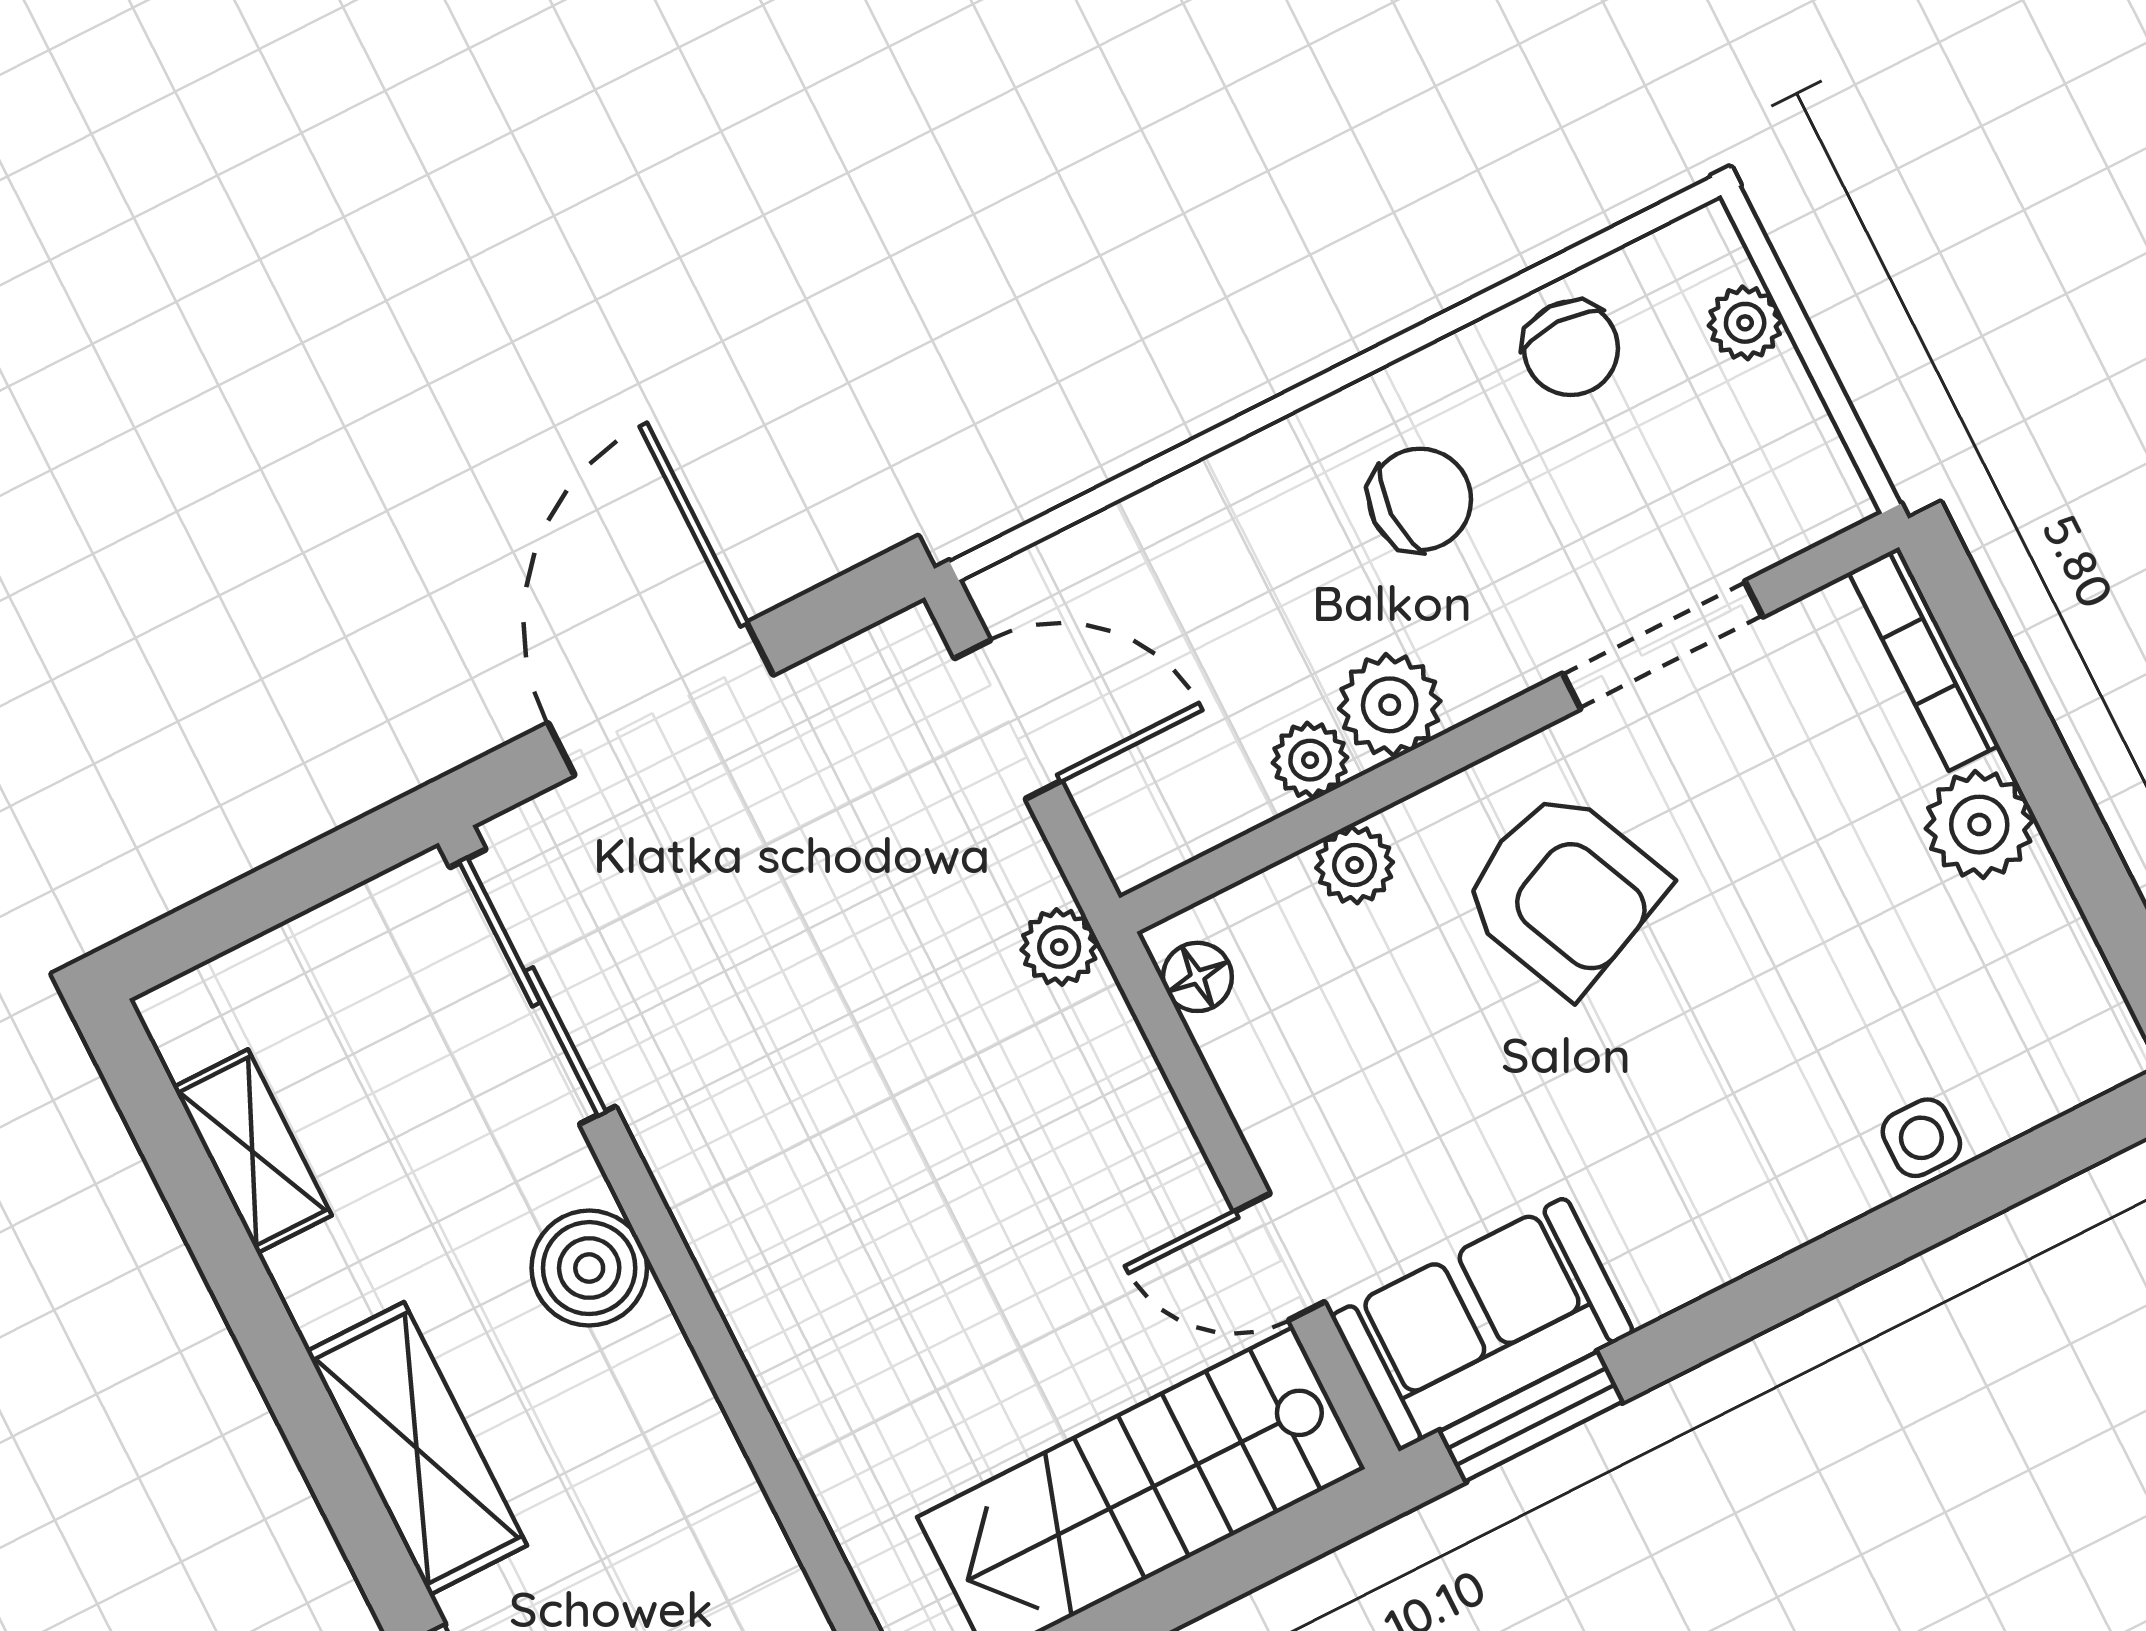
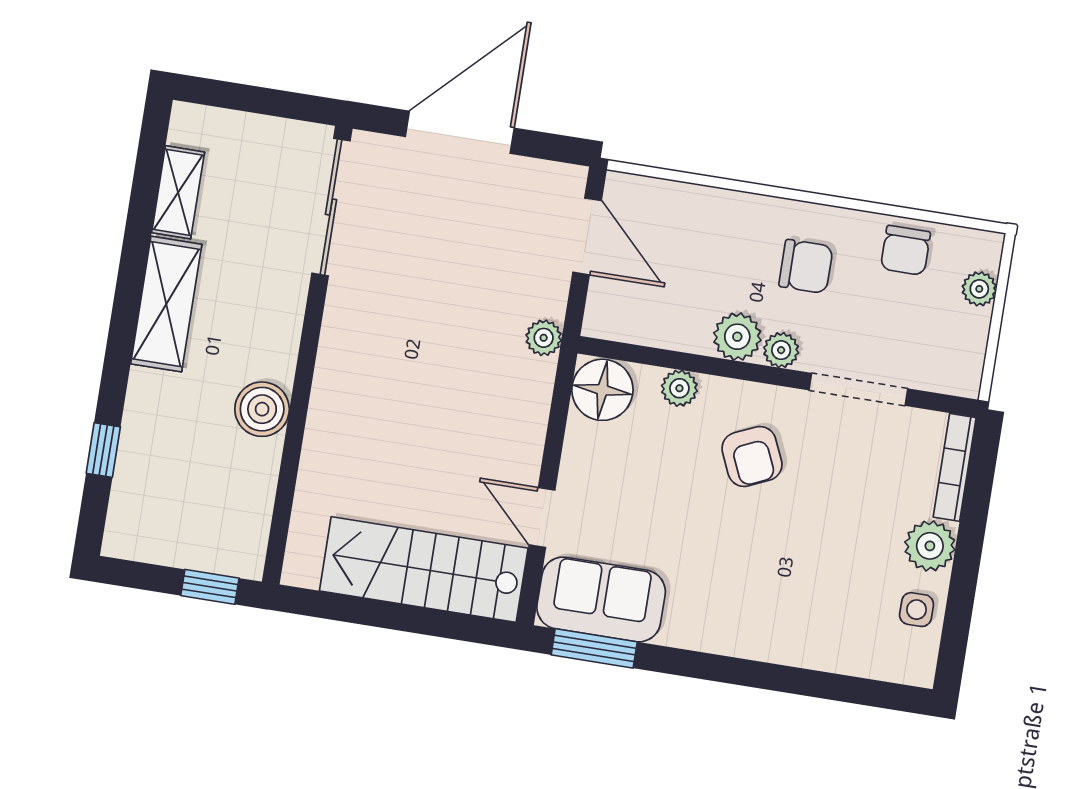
plant: (1310, 760) -> (781, 350), moved
armchair: (1563, 892) -> (752, 456), width x0.72, depth x0.72
floor lamp: (1197, 977) -> (602, 390), width x1.89, depth x1.89
side table: (1921, 1138) -> (917, 610), moved
boiler: (589, 1268) -> (262, 409), moved
shelving: (417, 1448) -> (166, 304), moved

